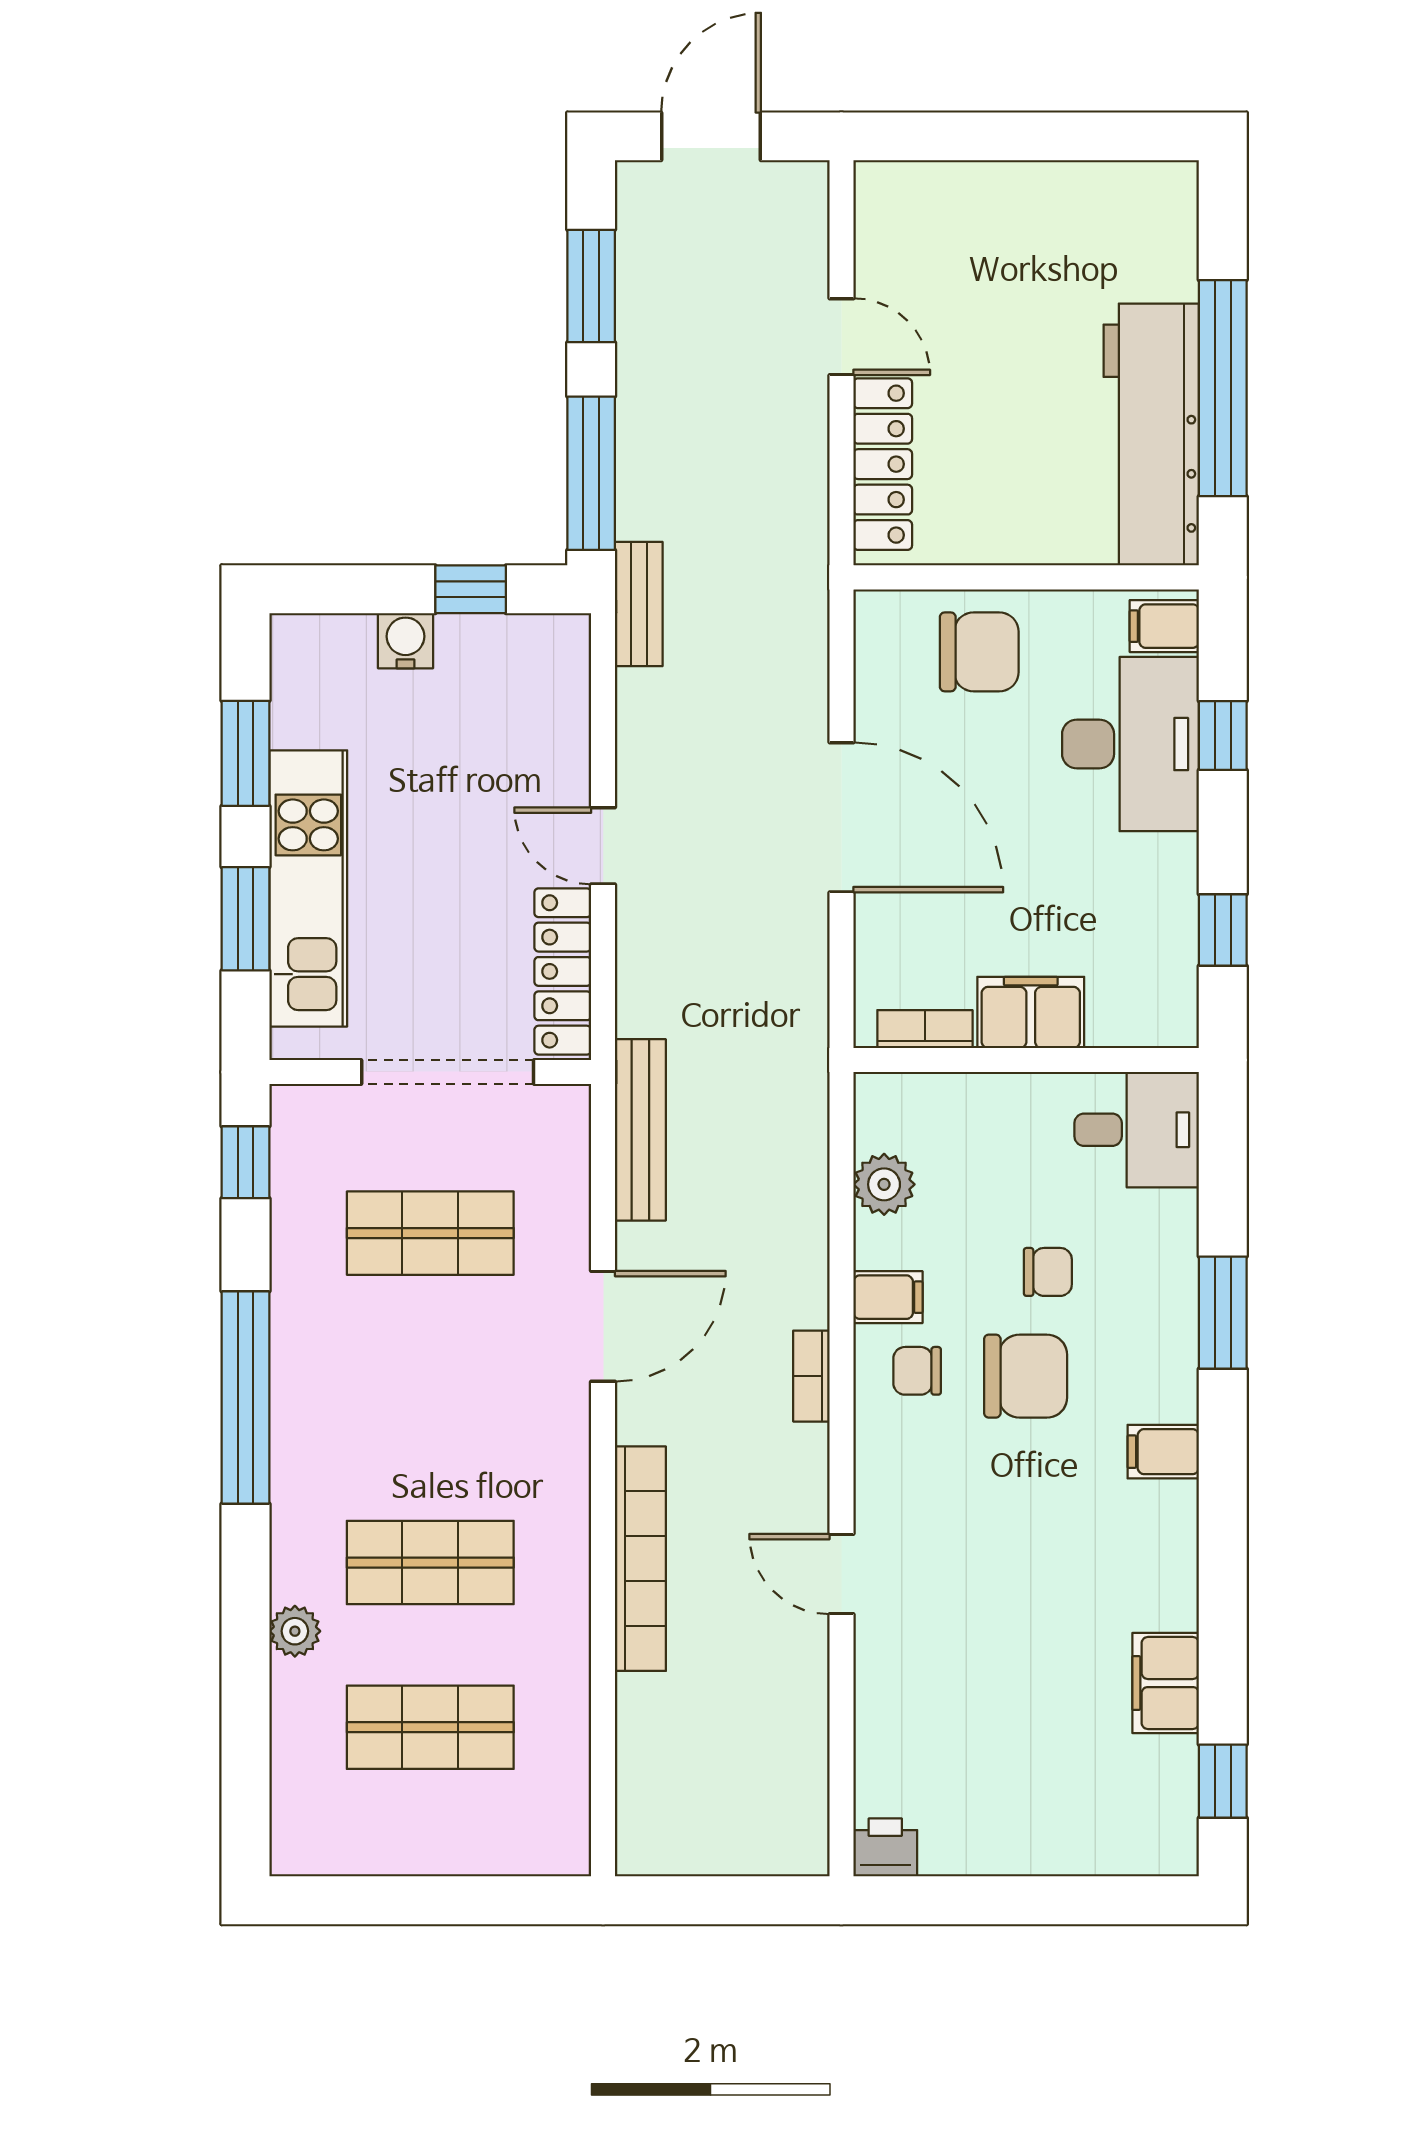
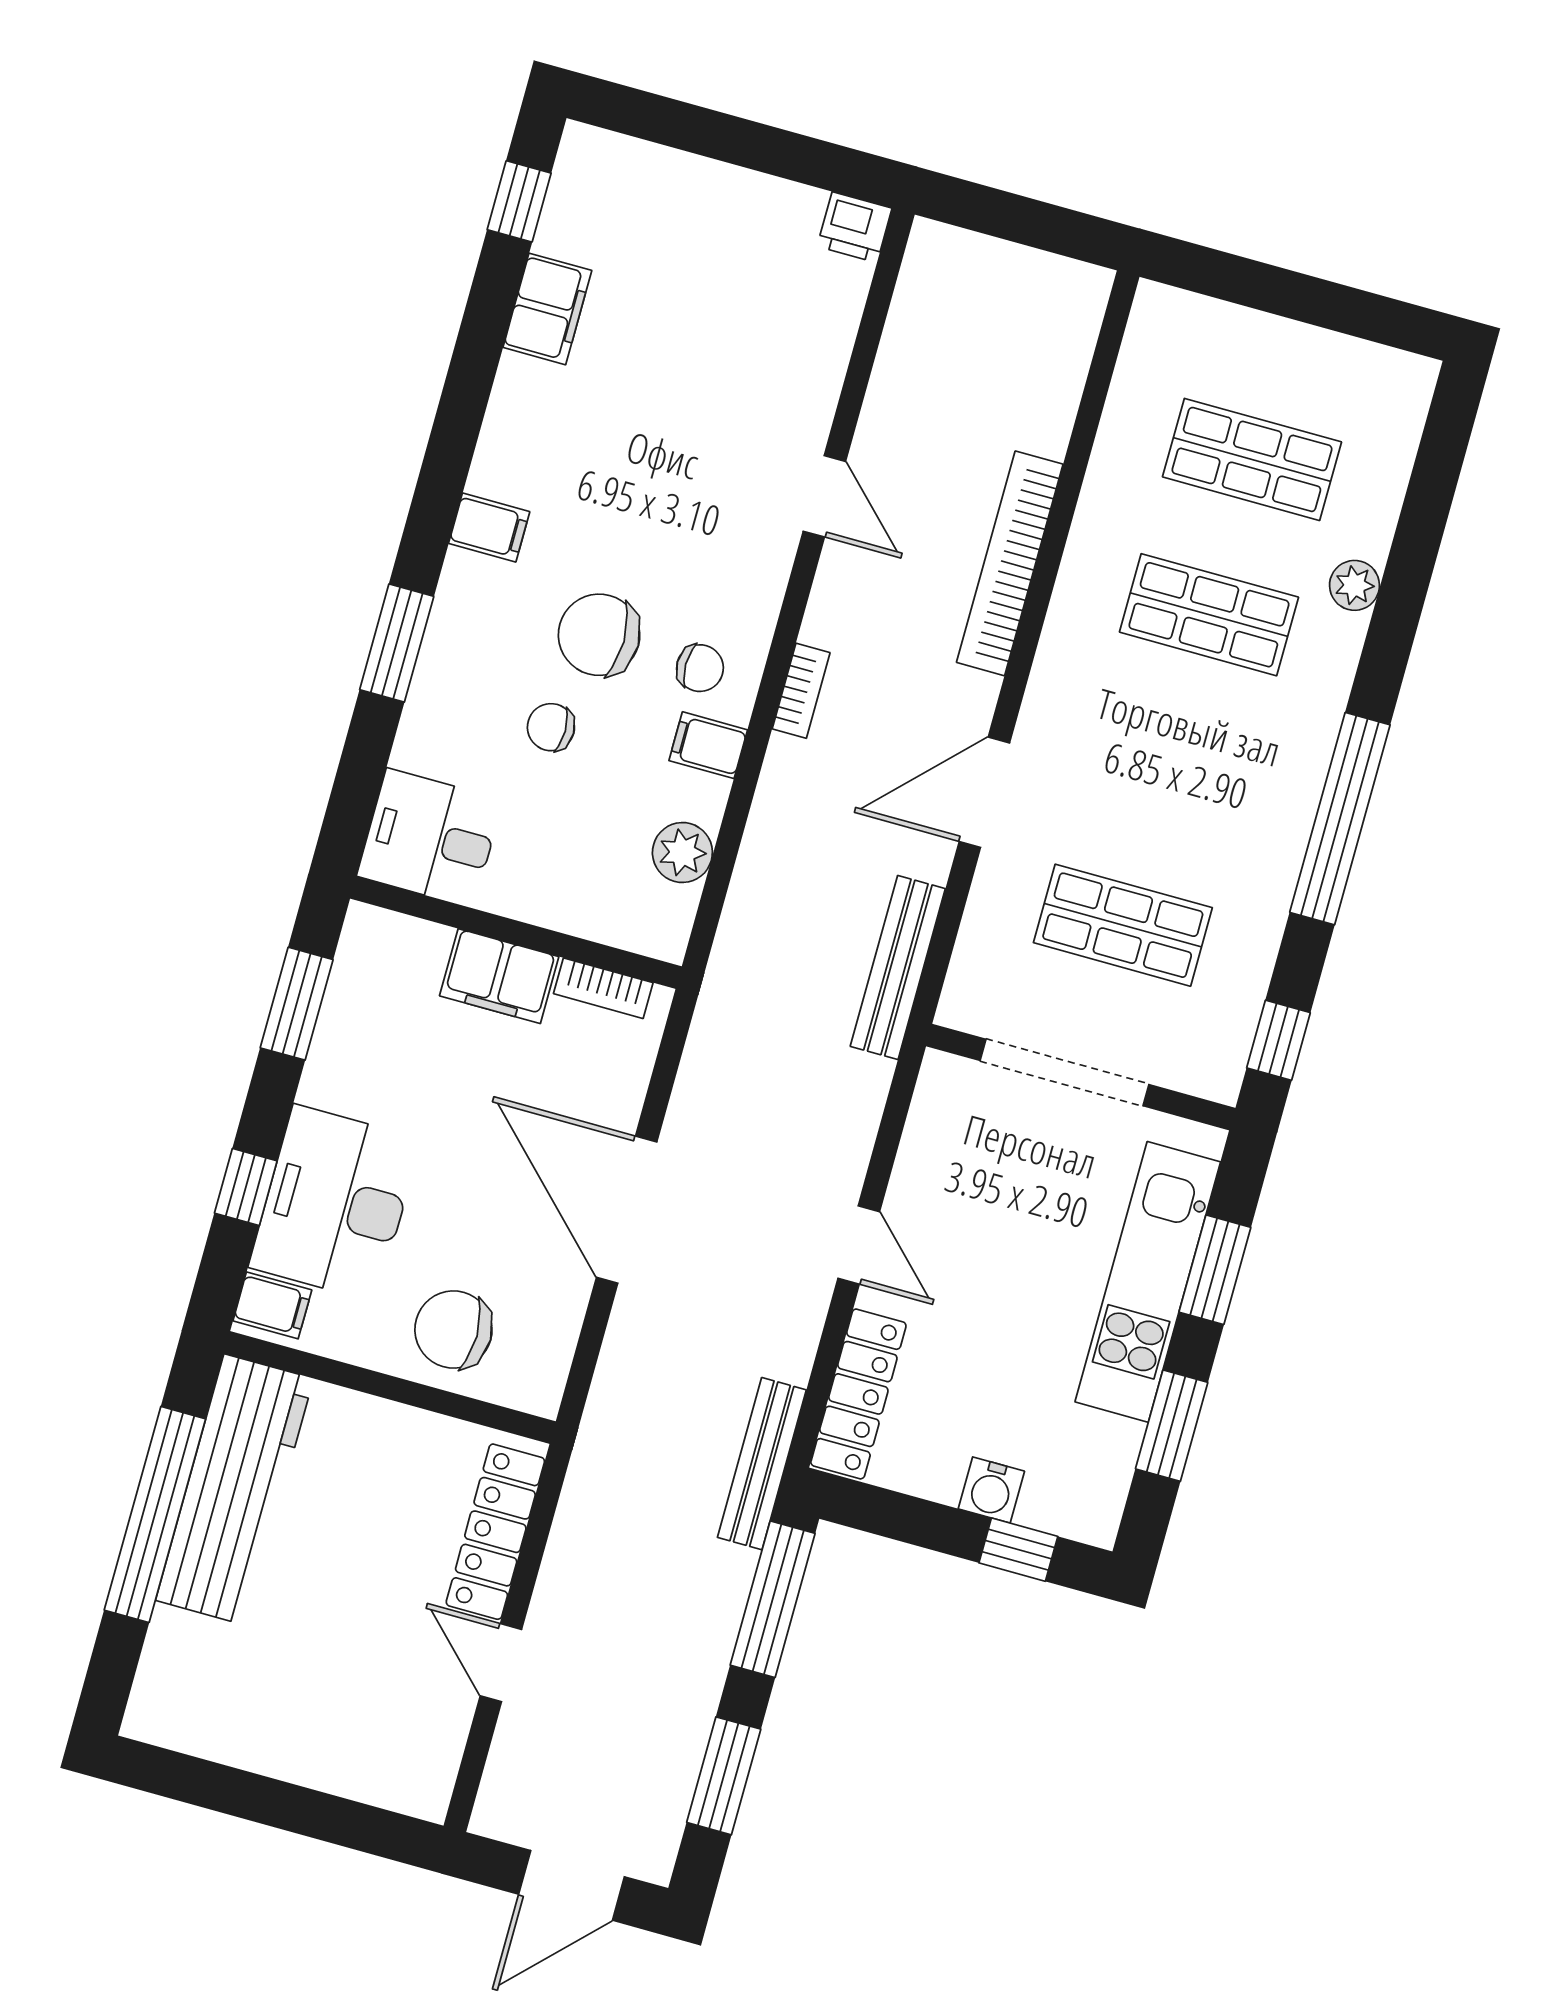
window: (471, 589) -> (1018, 1550), moved
bench: (639, 604) -> (762, 1464), width x1.36
window: (1223, 930) -> (297, 1004), width x1.50
locker: (563, 971) -> (858, 1394), moved

